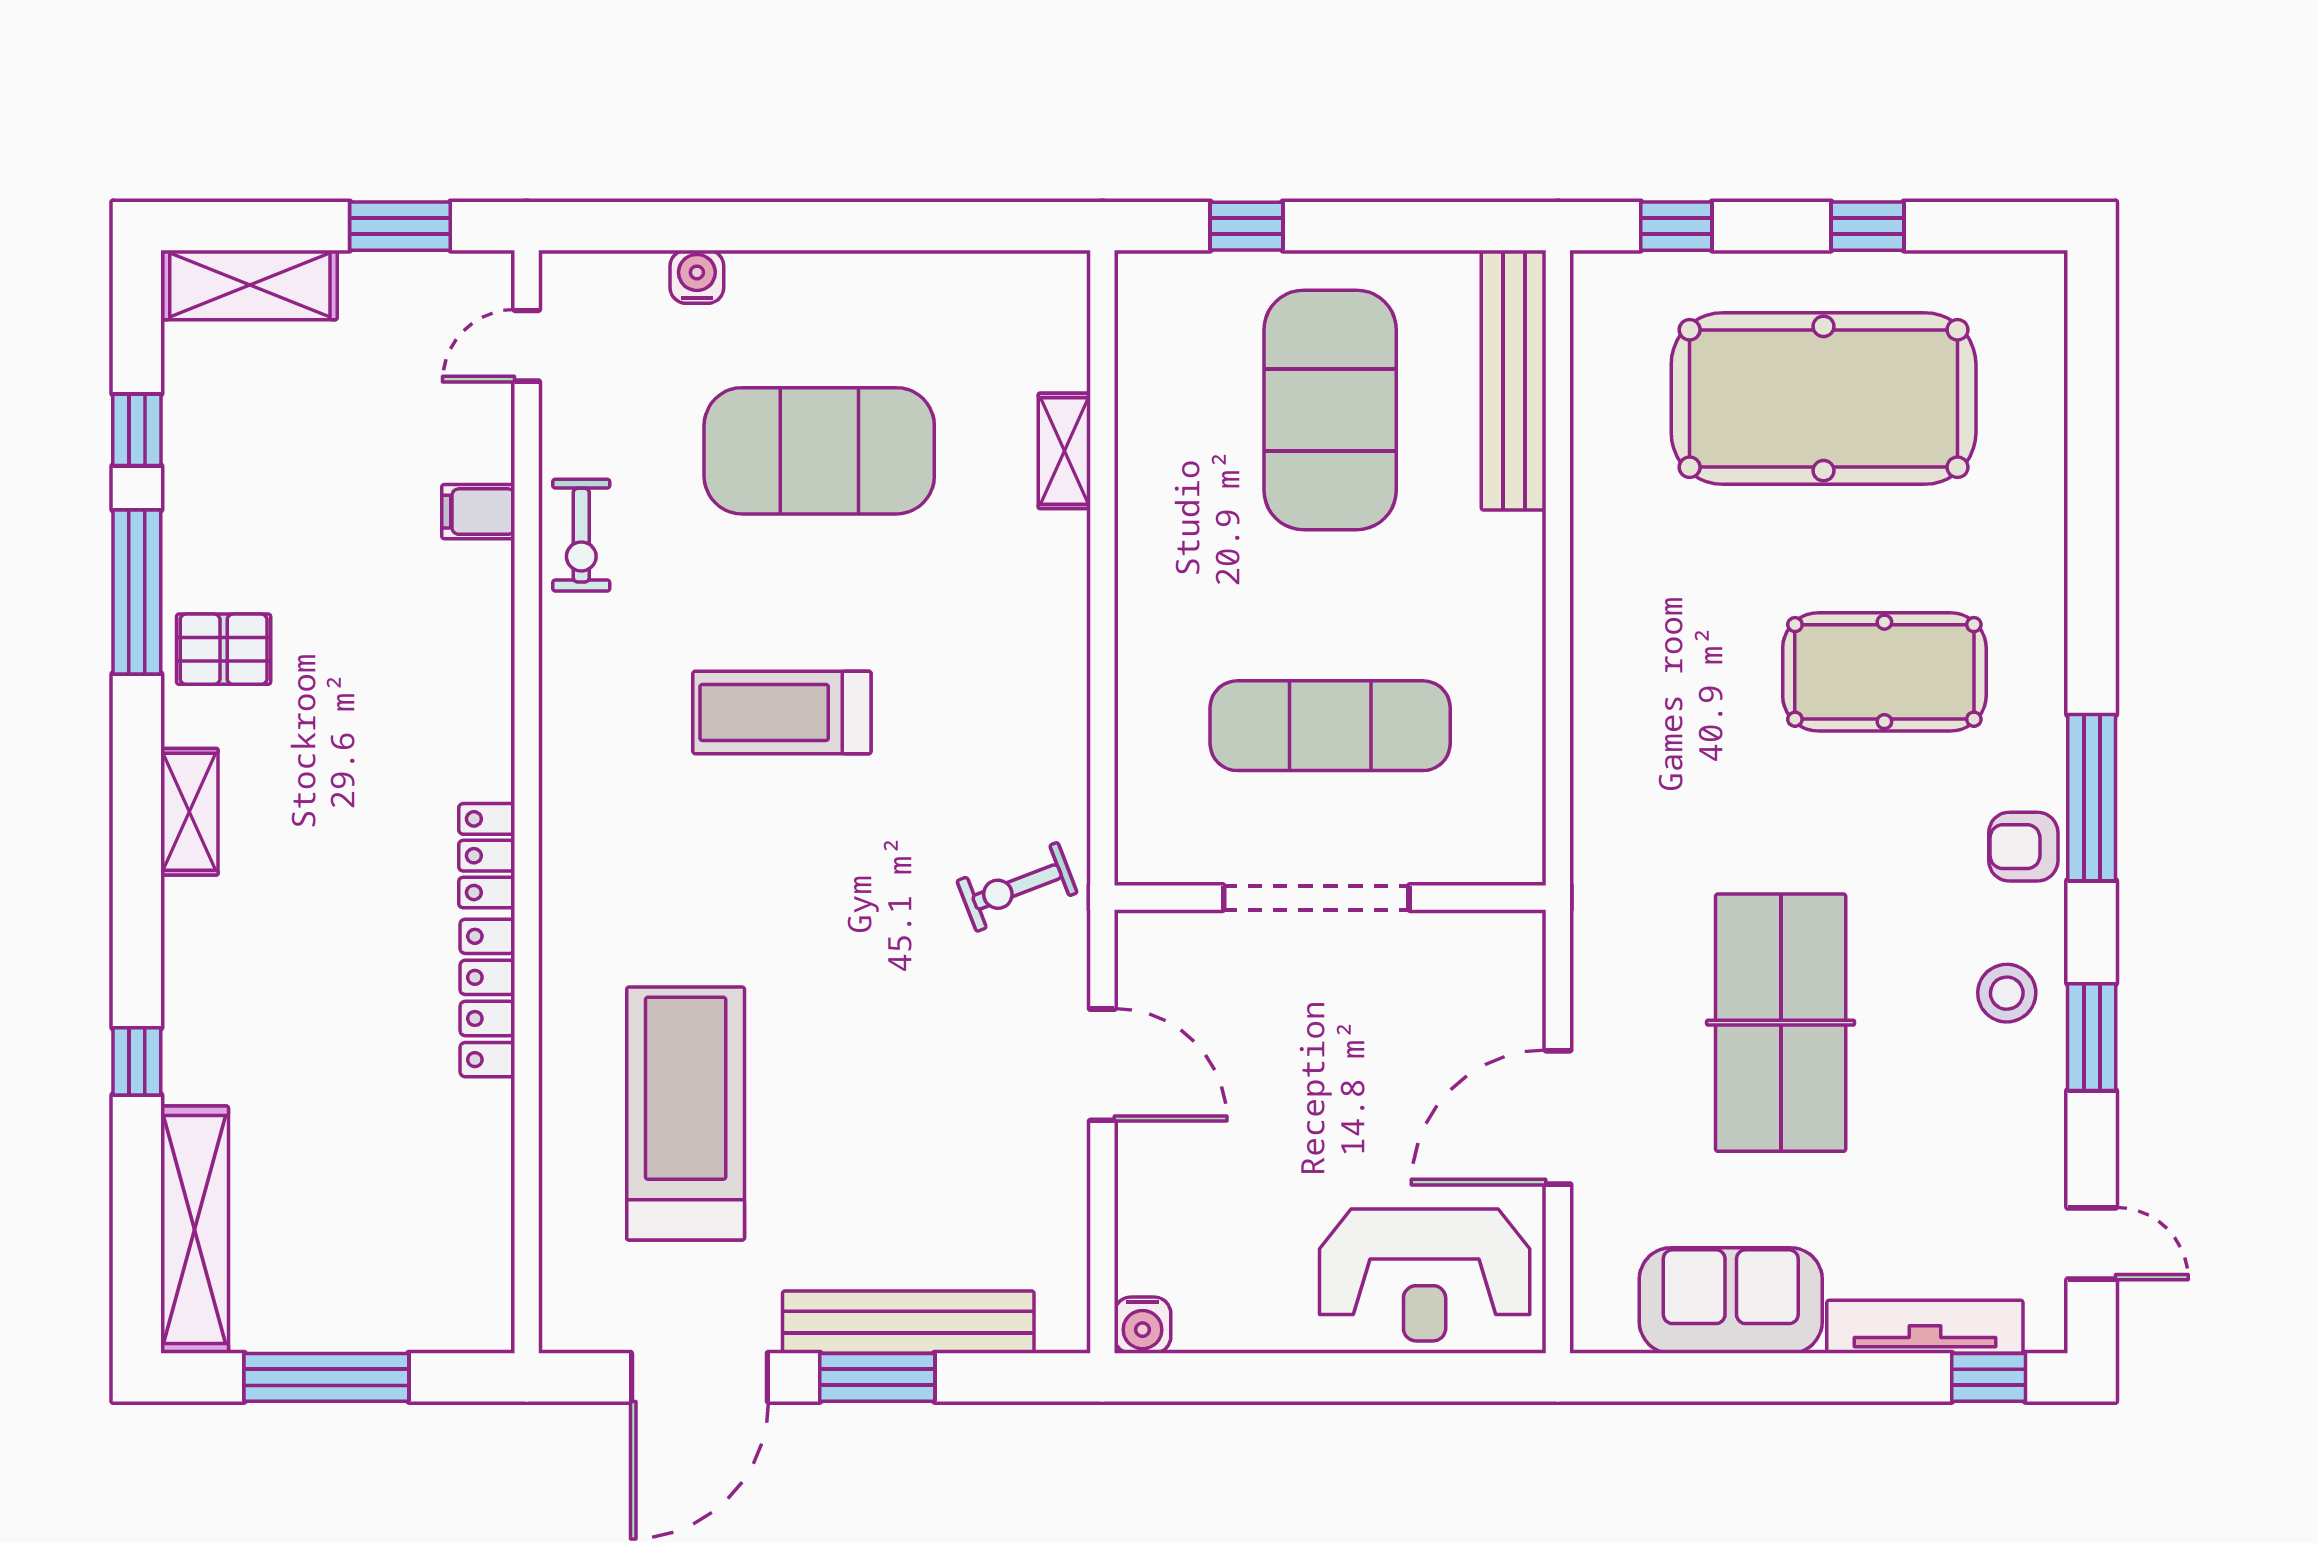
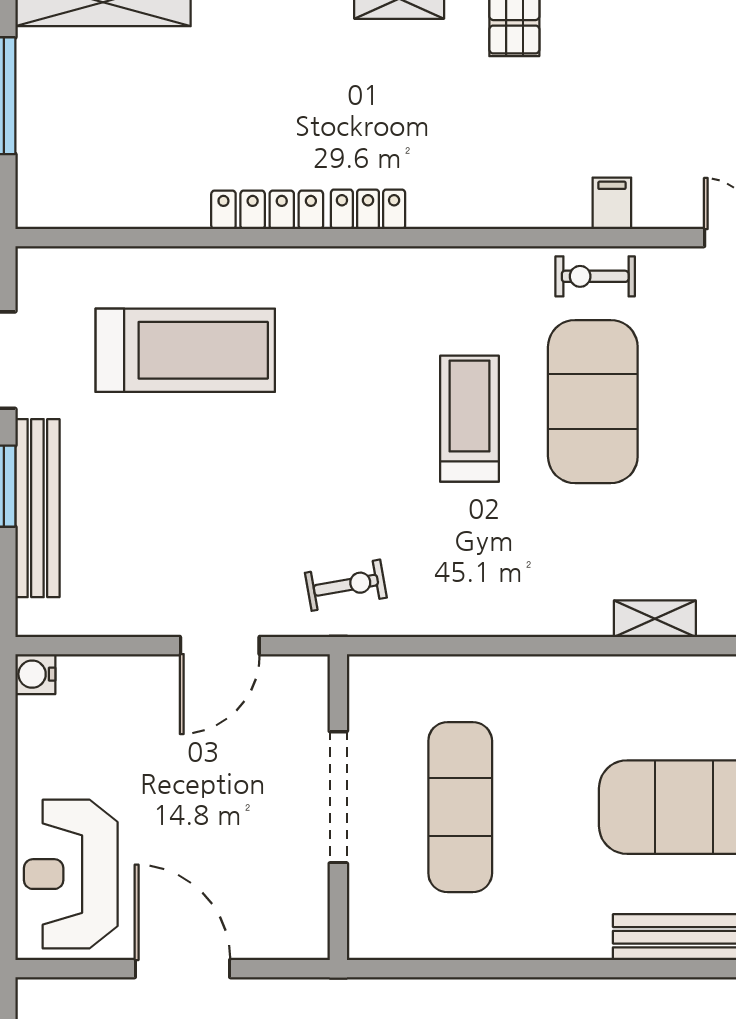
exercise mat: (819, 451) -> (593, 402), moved
exercise bike: (1017, 887) -> (346, 585), turned 101

